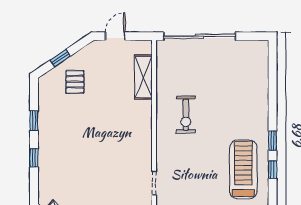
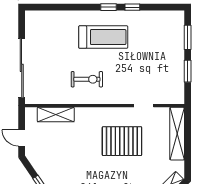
pallet: (75, 82) -> (122, 141), moved, width x2.05, depth x2.00
treadmill: (243, 170) -> (103, 37), moved, turned 180

